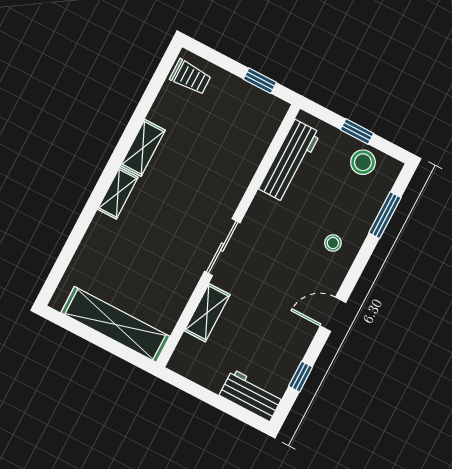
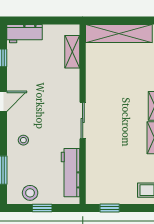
sliding door: (222, 247) -> (83, 120), moved
shelving: (207, 313) -> (72, 52), moved

